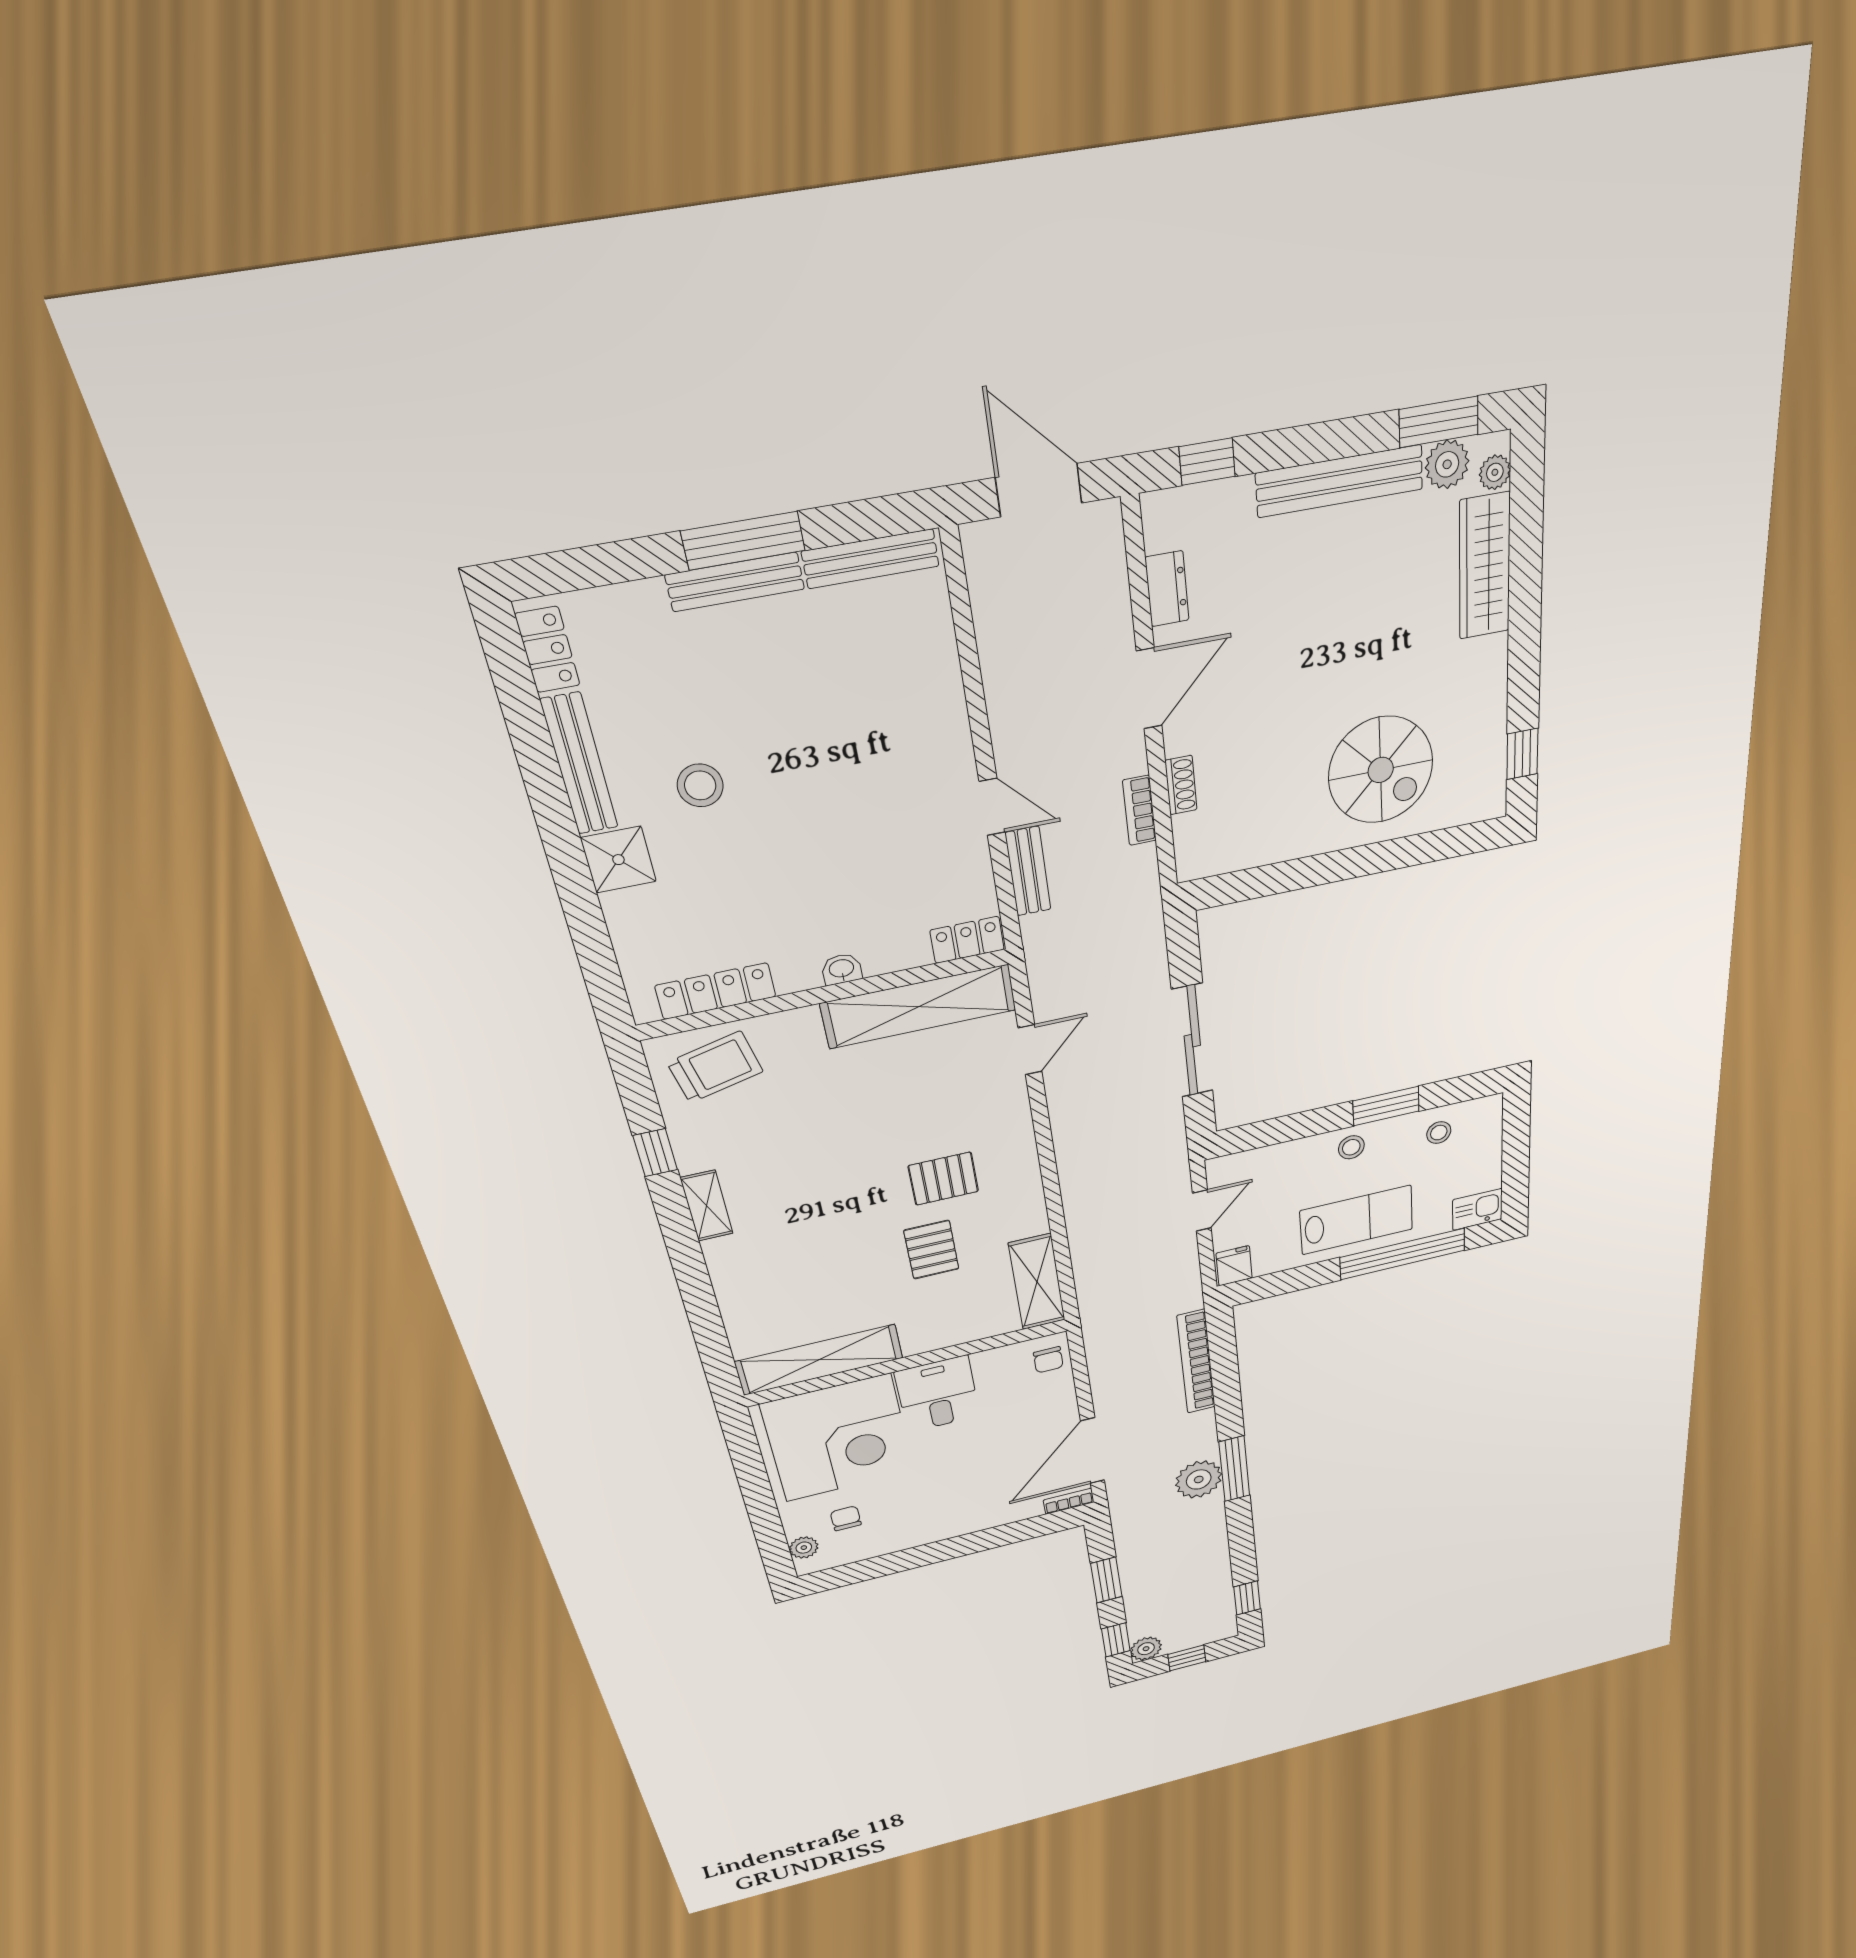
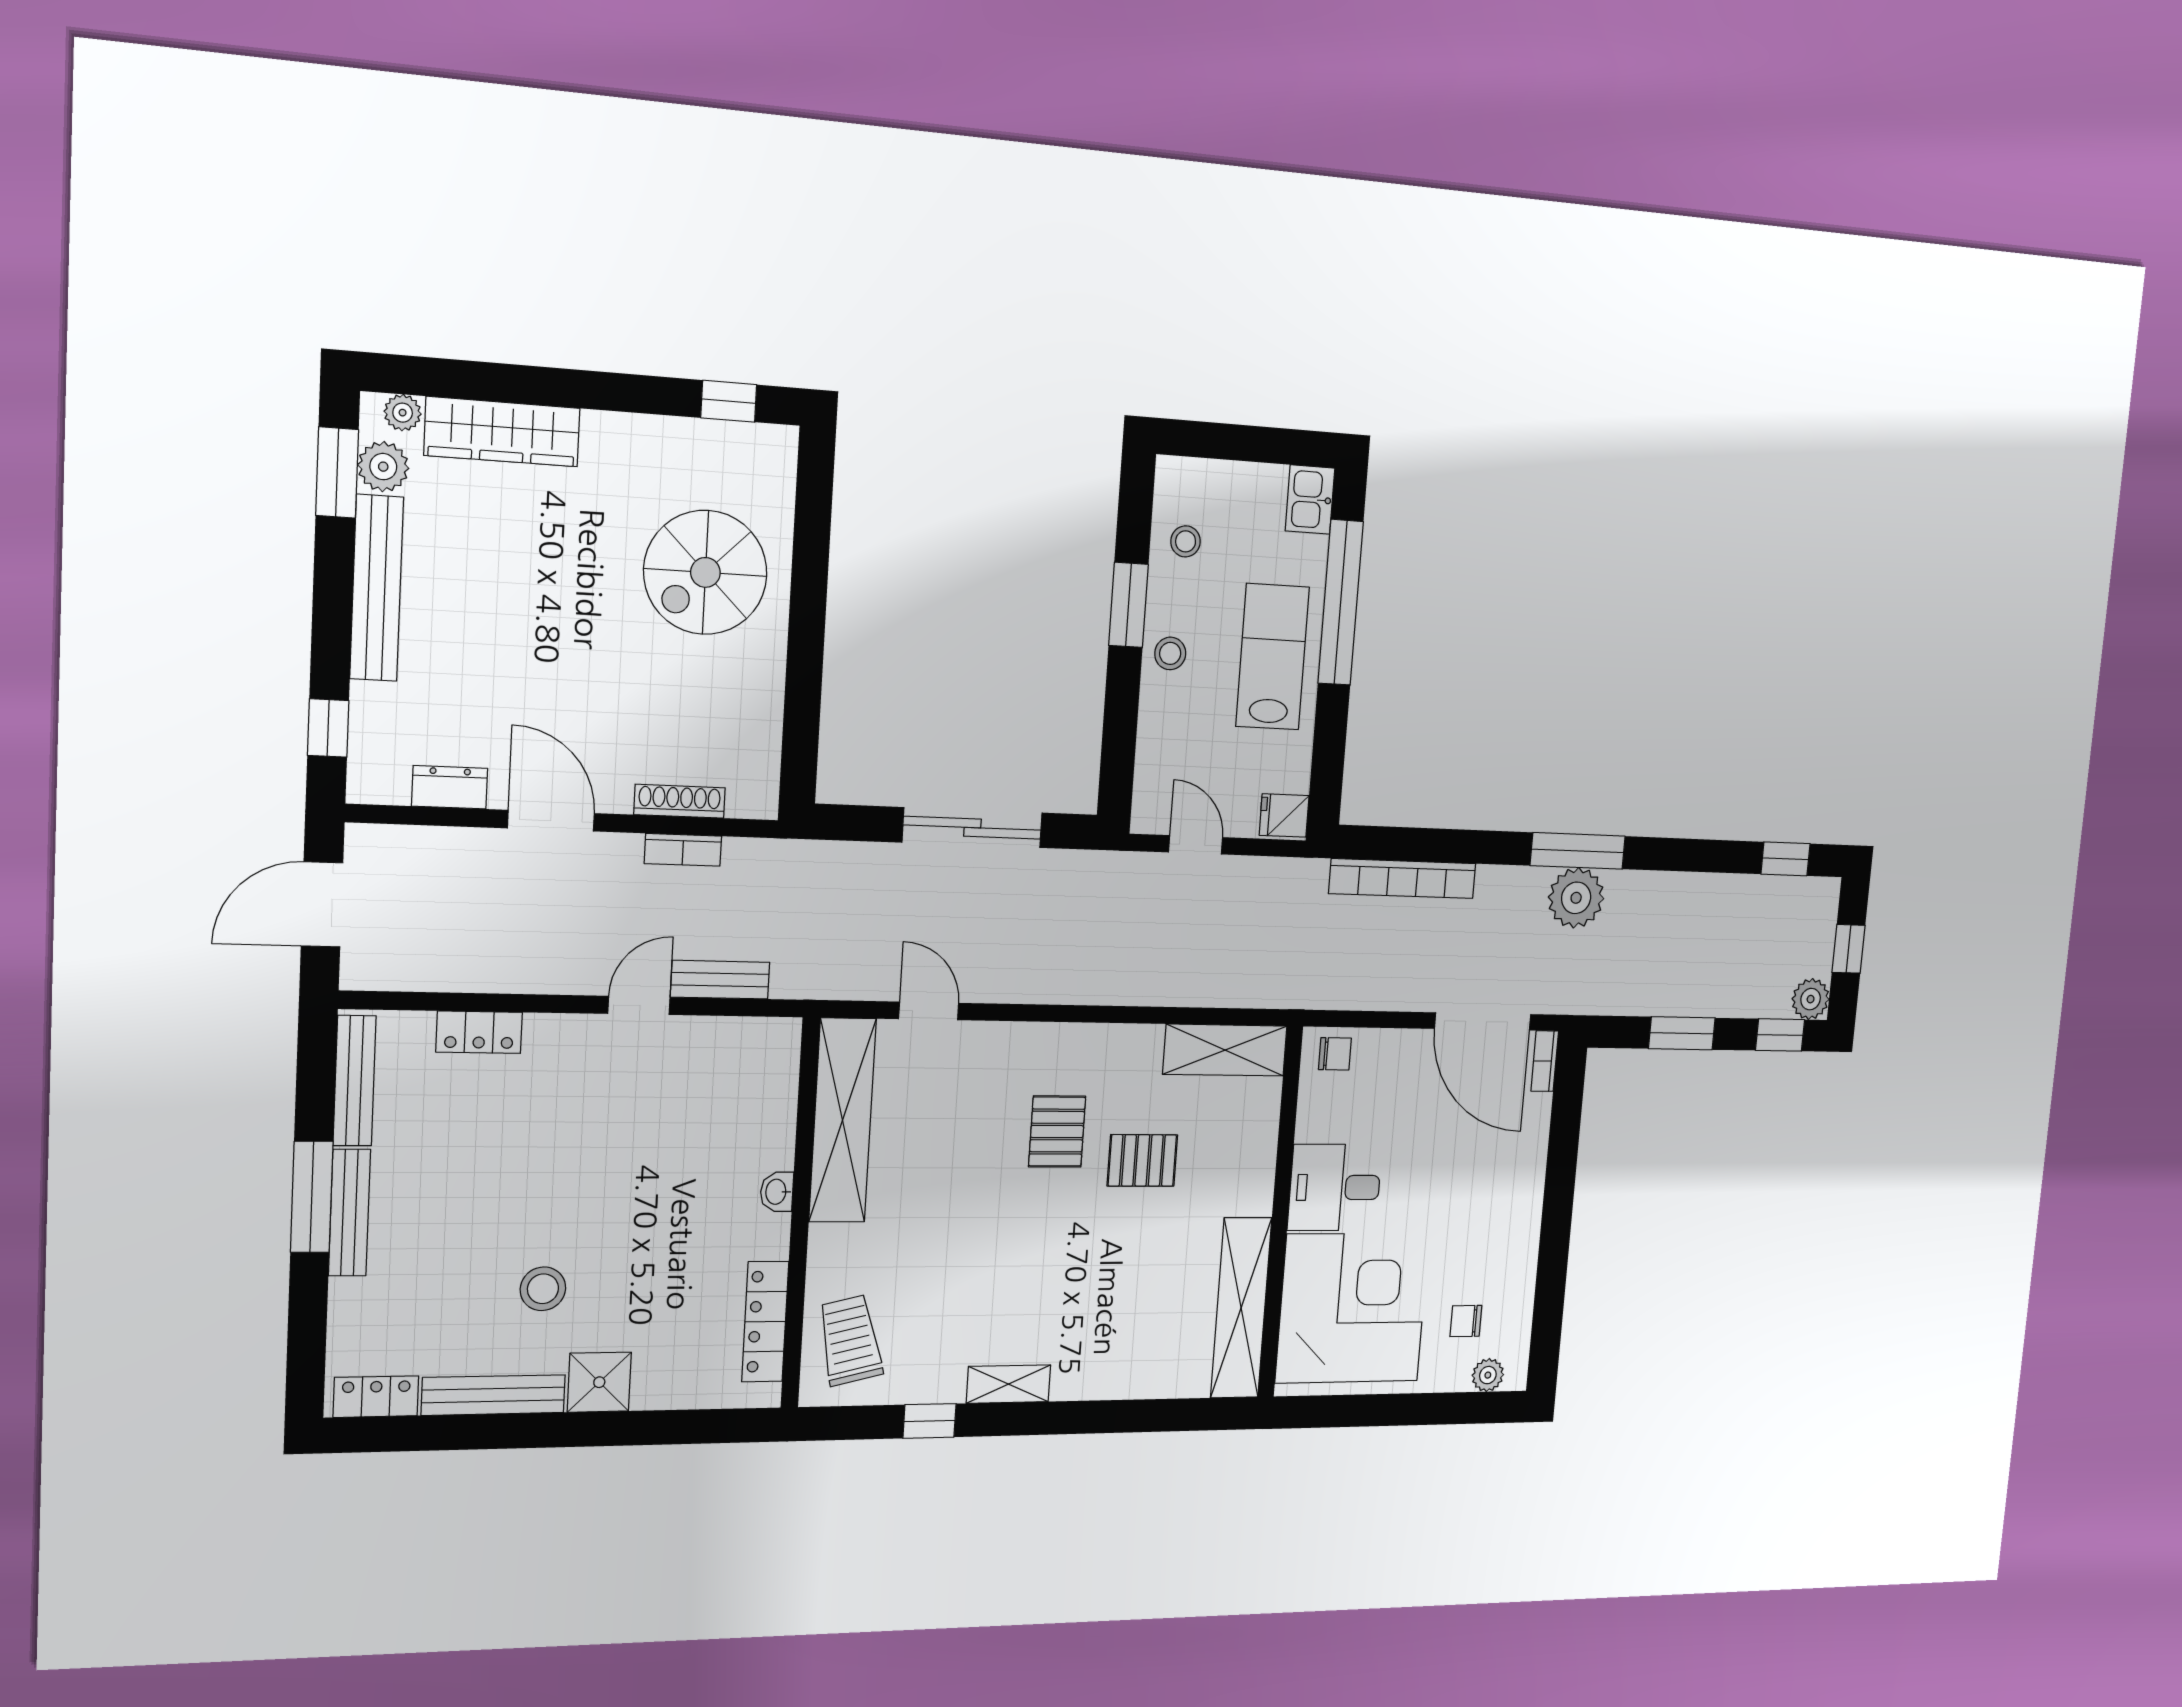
spiral stairs: (1381, 770) -> (705, 572), turned 180
shoe rack: (1181, 785) -> (680, 801), width x1.43
locker: (967, 940) -> (479, 1032), moved, turned -90

